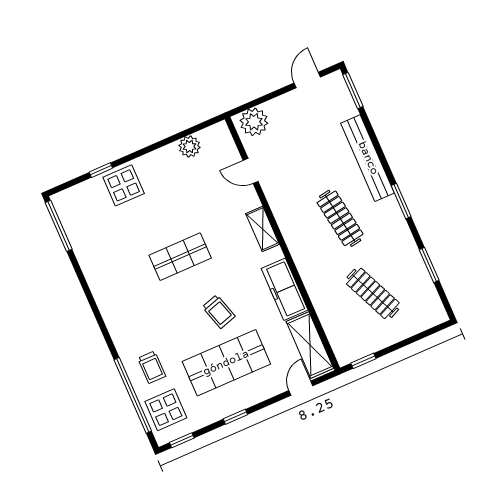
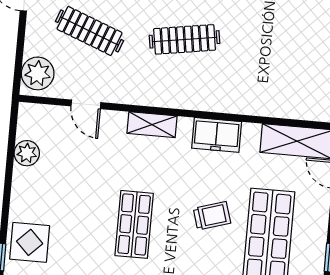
door: (251, 171) -> (86, 104), hinge flipped
freezer: (285, 289) -> (217, 135), width x0.71
clothes rail: (373, 293) -> (90, 31), moved, turned 45

